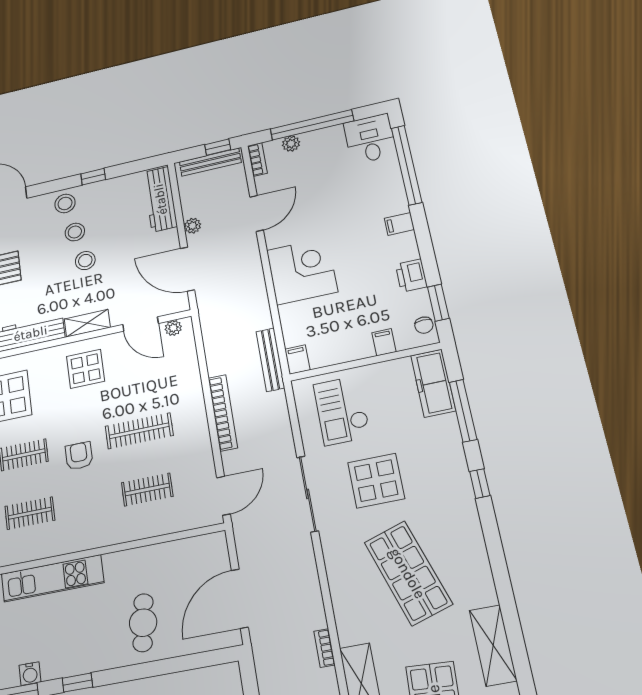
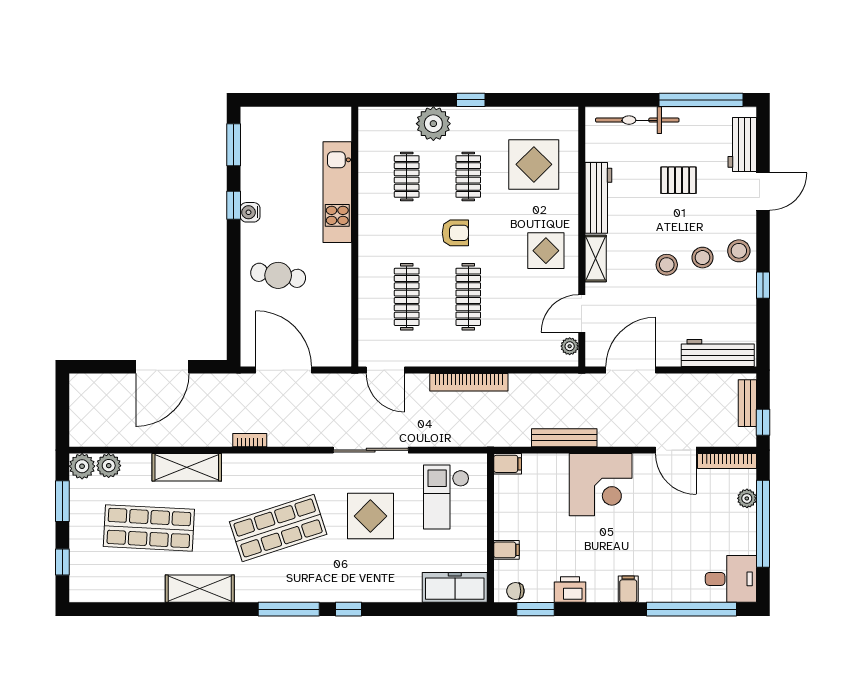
bookcase: (257, 160) -> (727, 461), width x1.56
bench: (210, 162) -> (747, 403), width x0.73
plant: (193, 226) -> (679, 382), removed
bench: (270, 360) -> (564, 438), moved
checkout: (342, 410) -> (446, 497), turned -90
window: (463, 411) -> (289, 609), moved
clothes rail: (147, 490) -> (407, 297), width x1.36
bookcase: (324, 648) -> (250, 440), moved
water cooler: (30, 674) -> (250, 212), moved

